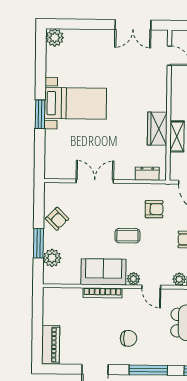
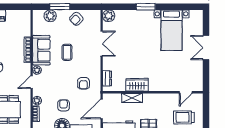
double door: (133, 25) -> (206, 48), moved
plant: (55, 38) -> (109, 16), moved
bed with nightstands: (76, 103) -> (172, 30), moved
coffee table: (127, 236) -> (67, 52), moved

